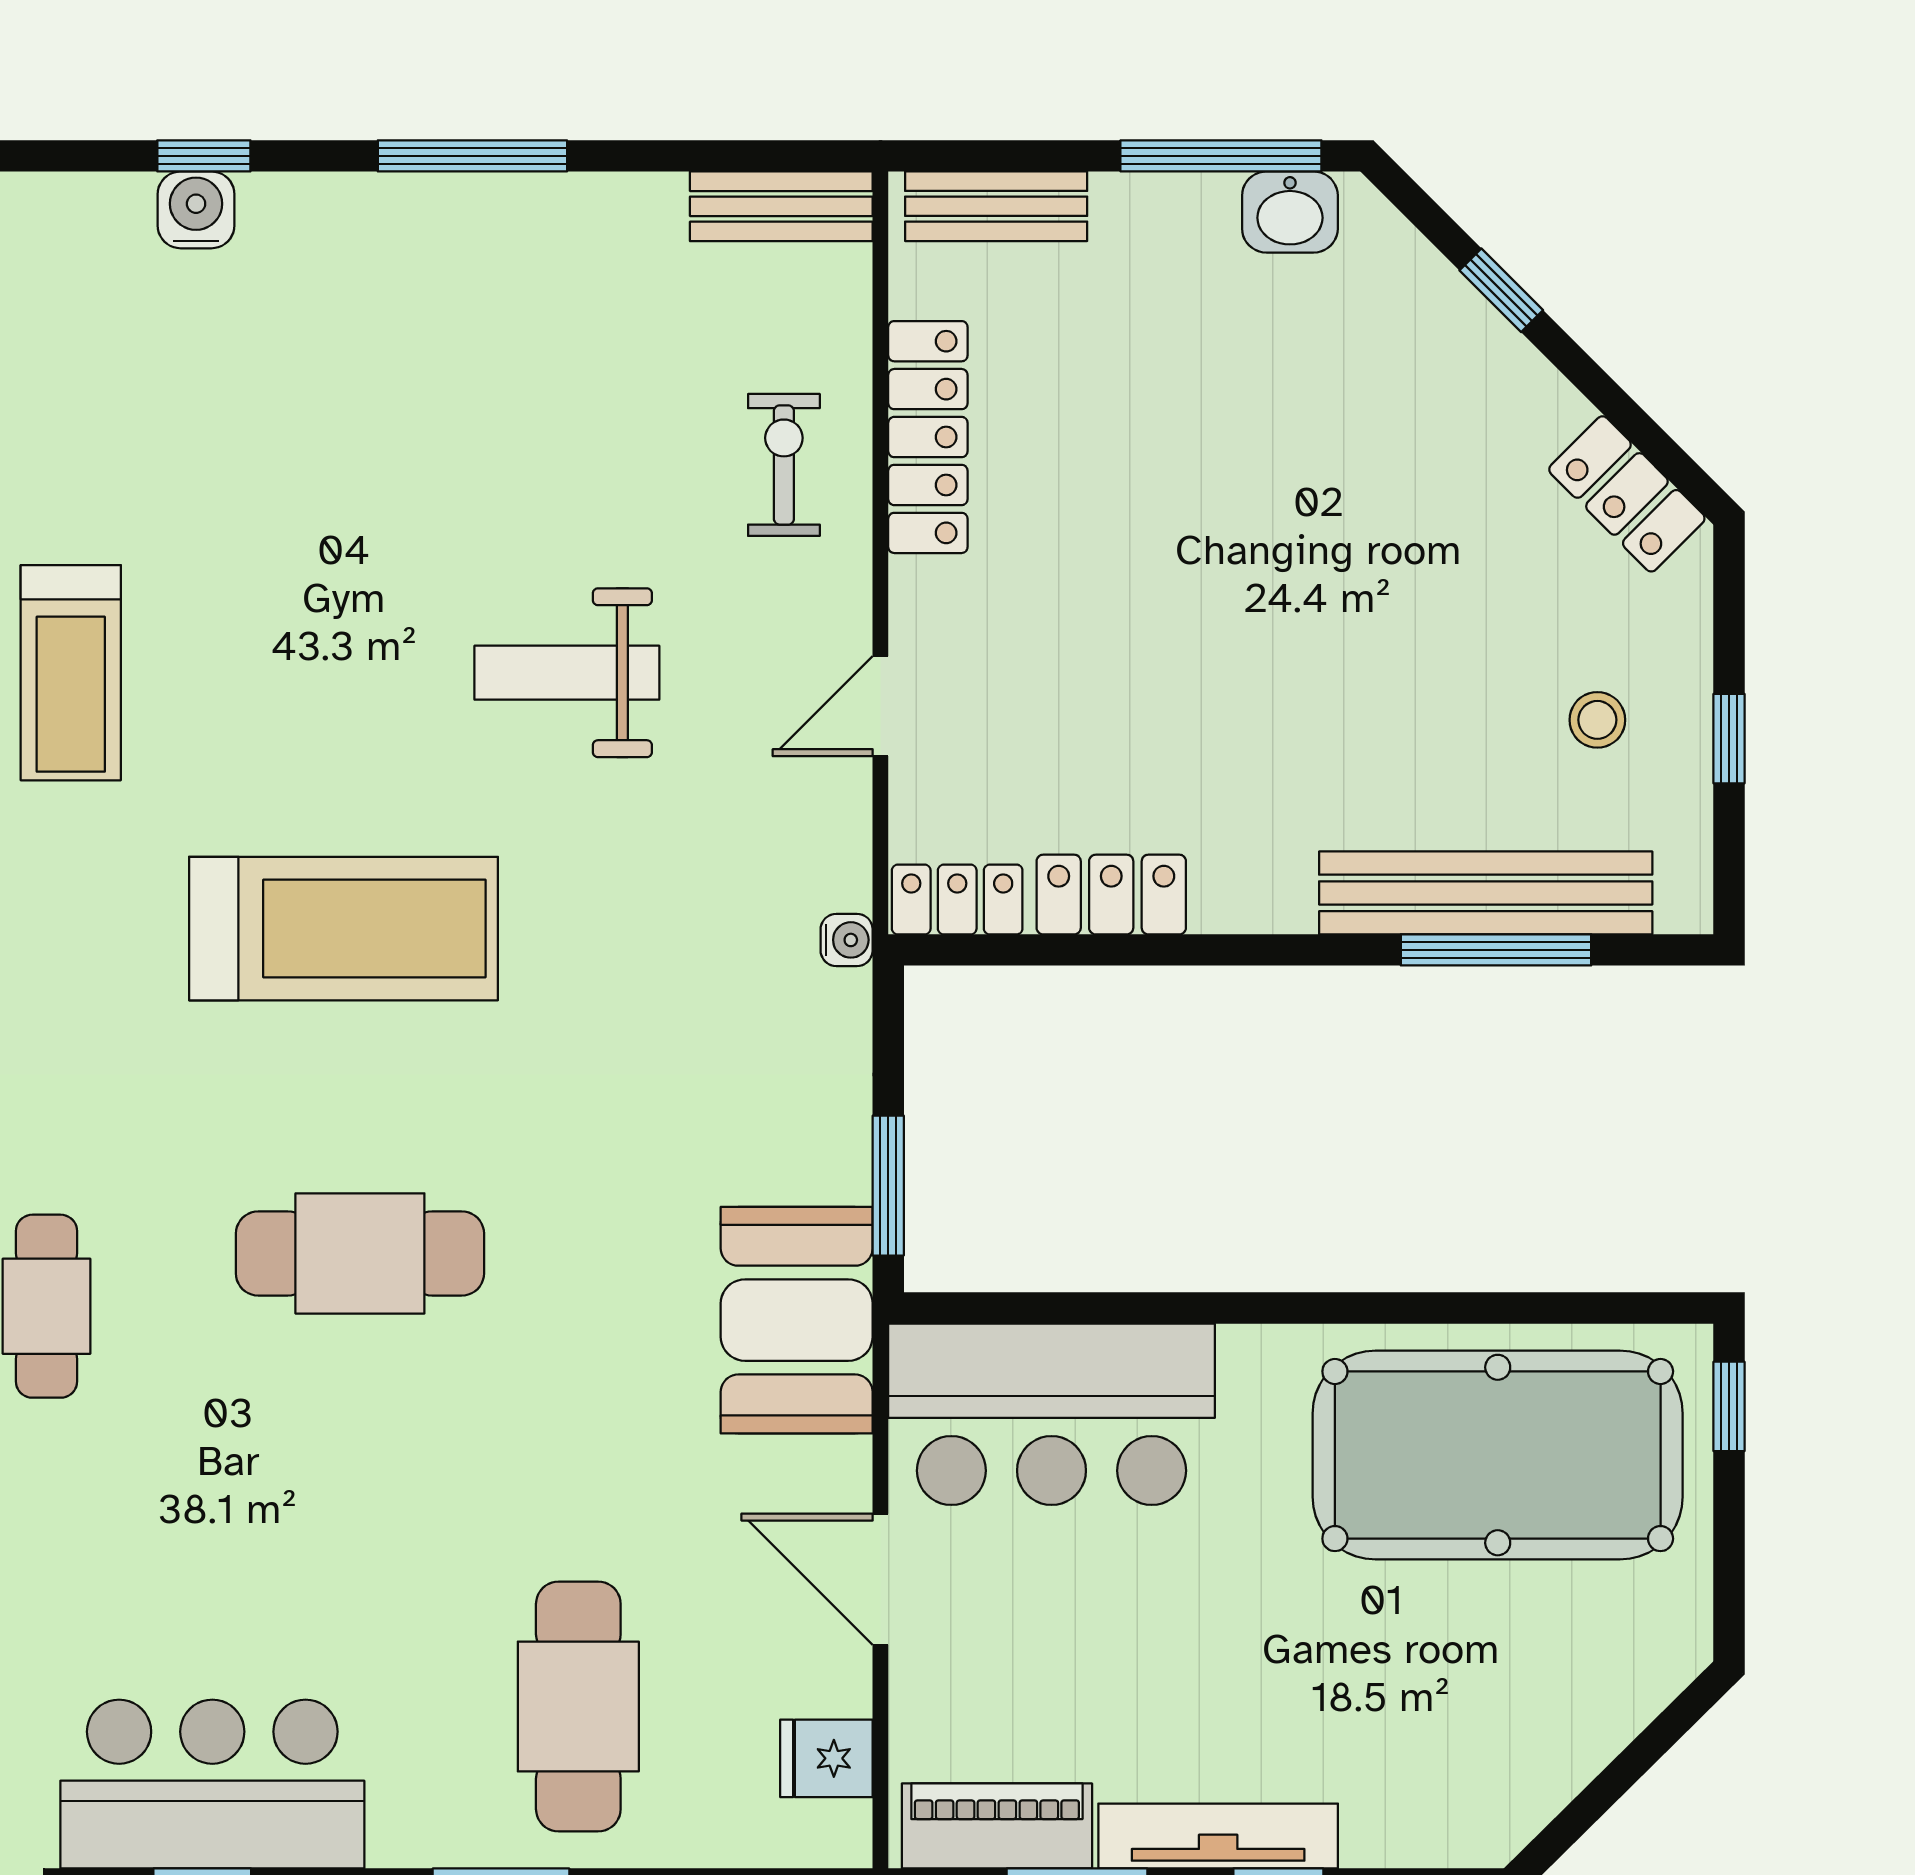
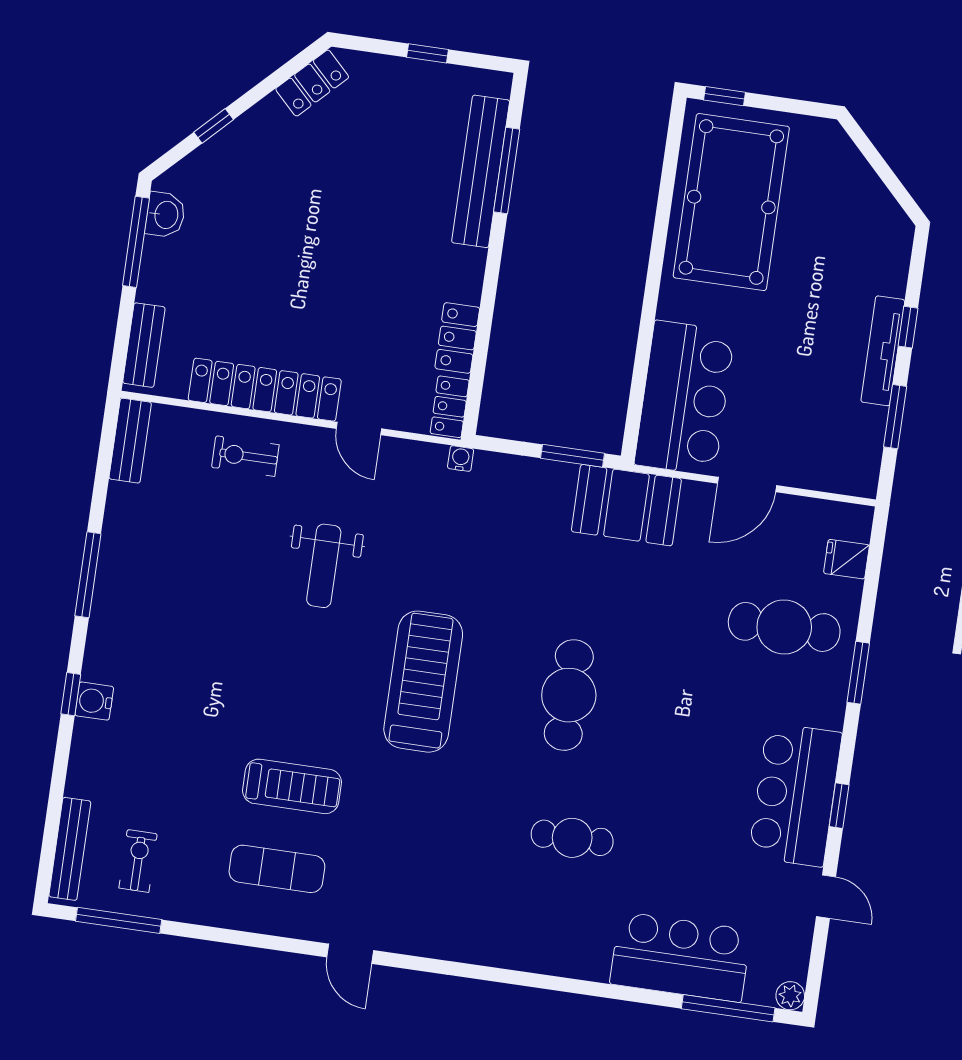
locker: (928, 437) -> (265, 390), width x1.41, depth x1.21
stool: (1597, 720) -> (411, 111), removed
fridge: (826, 1758) -> (847, 559), moved, turned 90
piano: (997, 1826) -> (864, 449), removed

